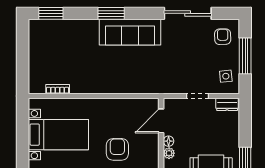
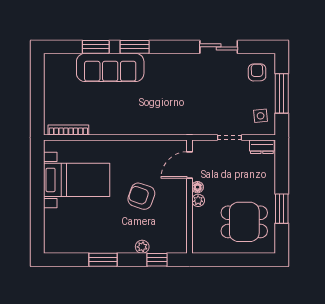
window: (51, 13) -> (96, 47), moved
sliding door: (188, 13) -> (219, 47), width x0.73
sofa: (130, 32) -> (110, 67), moved
bookcase: (58, 89) -> (68, 130), width x1.56
armchair: (117, 149) -> (141, 196), turned -71

